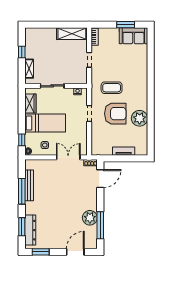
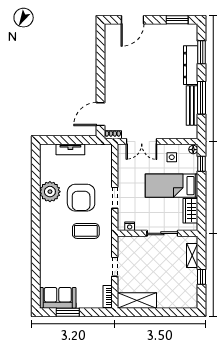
armchair: (115, 114) -> (81, 198), turned -90
plant: (90, 218) -> (114, 64), removed
window: (100, 225) -> (100, 54), removed
dresser: (30, 230) -> (191, 65), moved

